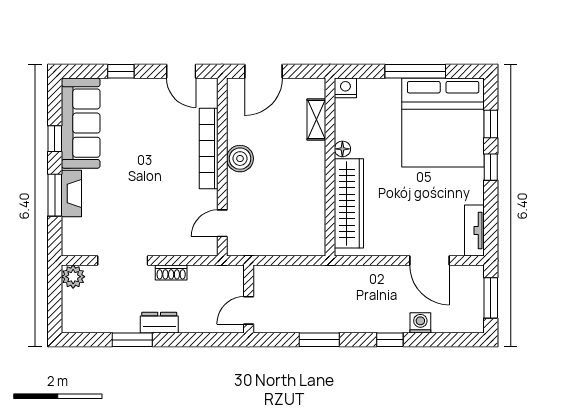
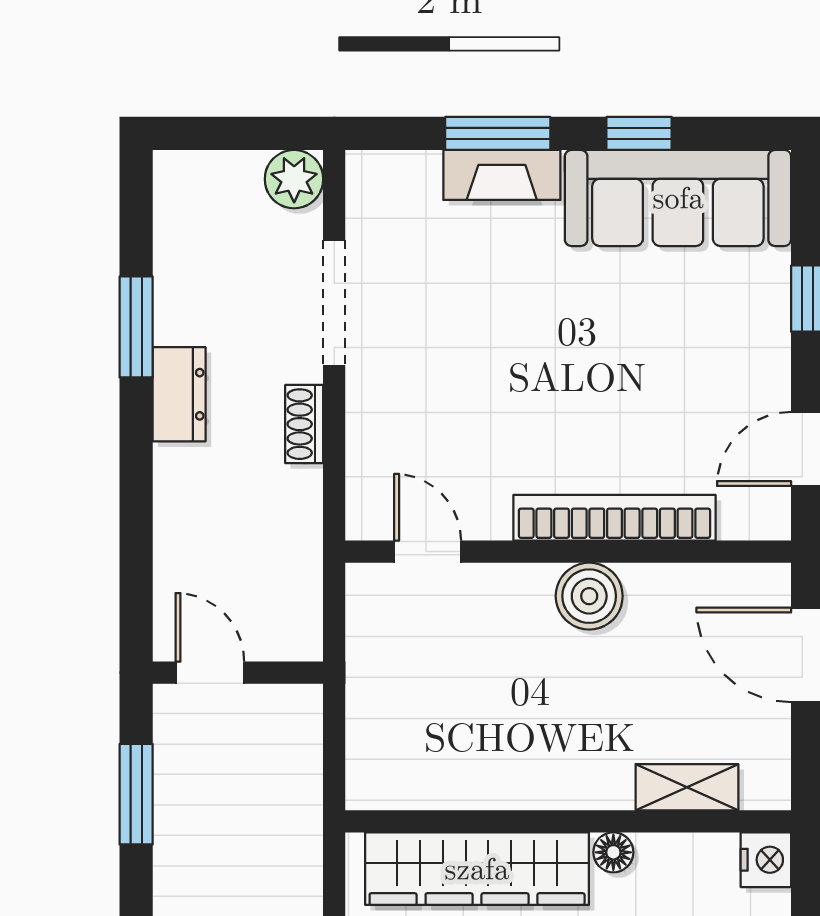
wall: (249, 299) -> (238, 673), moved
door: (249, 310) -> (210, 673), moved

